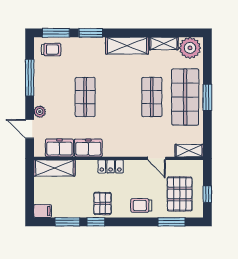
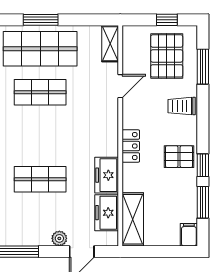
pallet: (180, 194) -> (167, 56), turned 90
trolley: (141, 205) -> (182, 106), turned 90

